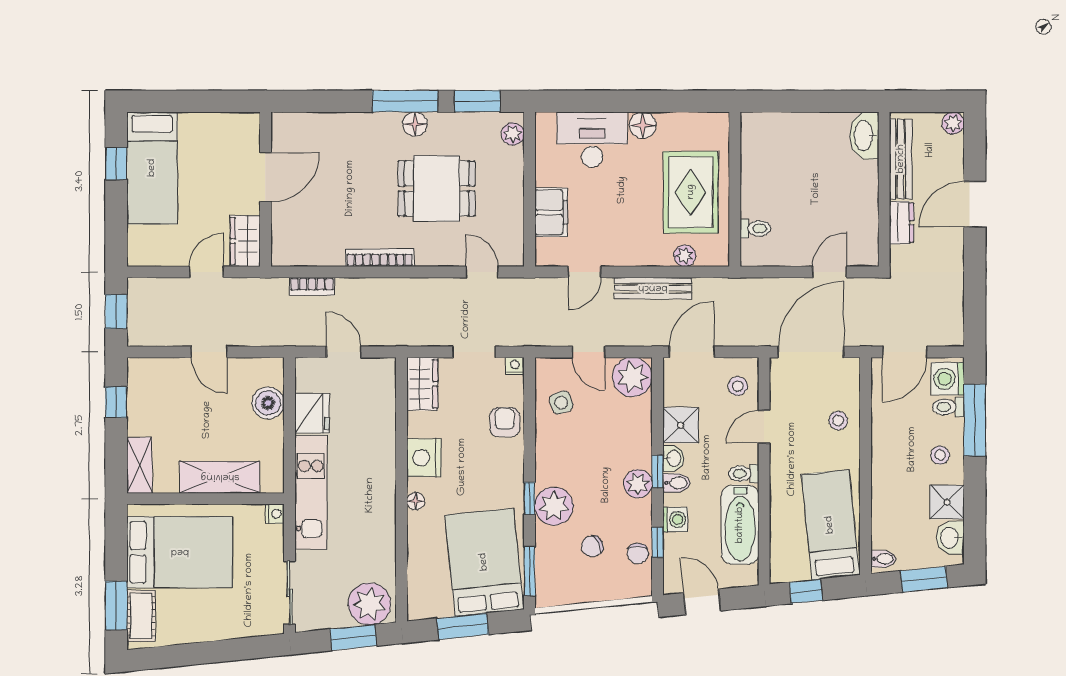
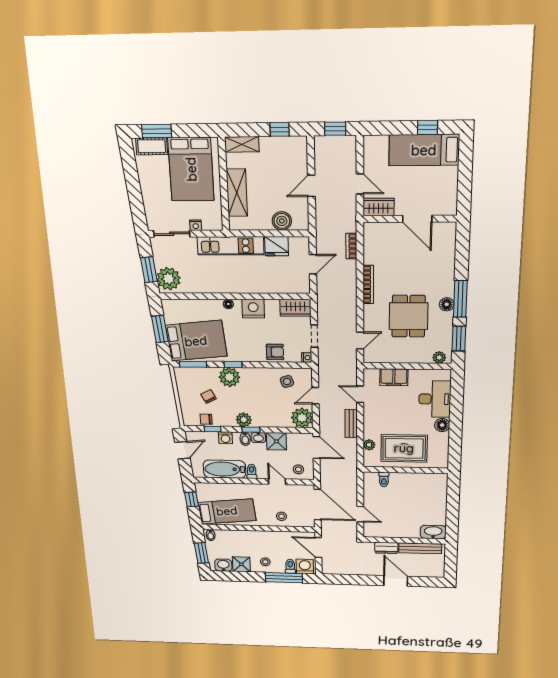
plant: (953, 123) -> (439, 572), removed
bench: (653, 288) -> (351, 424), width x0.73
nightstand: (275, 514) -> (196, 225), moved

